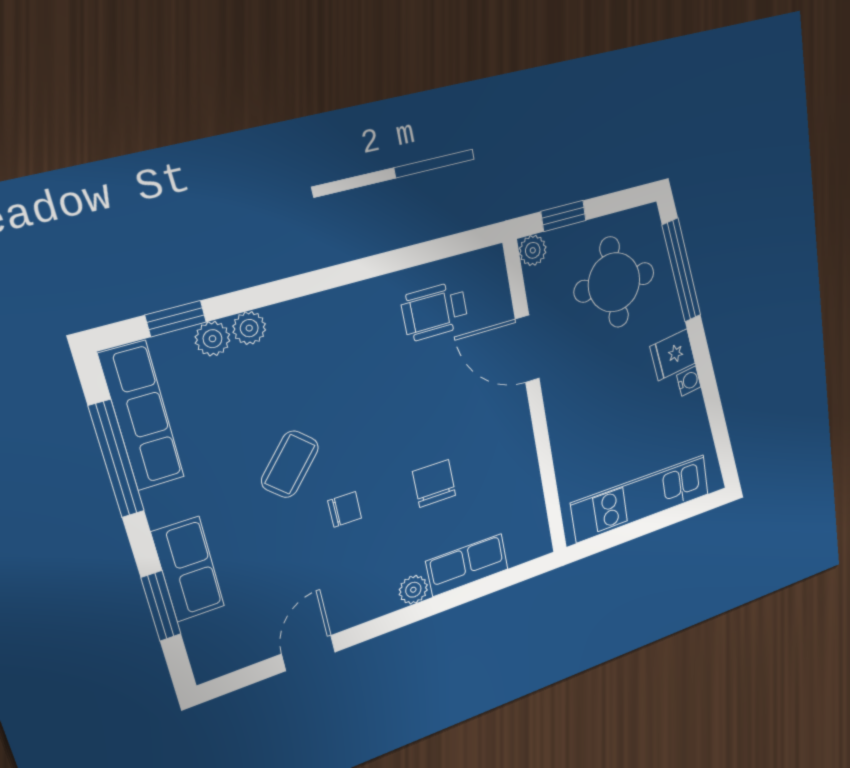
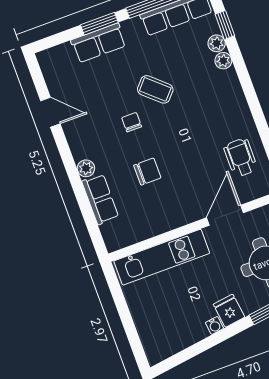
kitchen unit: (641, 498) -> (162, 257), moved, turned 90
chair: (345, 509) -> (132, 122), turned 180
window: (161, 606) -> (99, 24), moved

